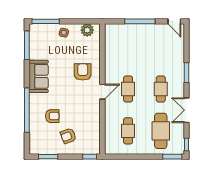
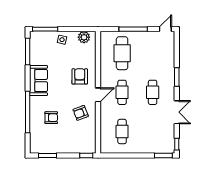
door: (174, 21) -> (165, 29), swing flipped
double door: (186, 110) -> (177, 112), swing flipped
cafe table: (161, 131) -> (122, 53), moved
armchair: (68, 136) -> (81, 113), moved

